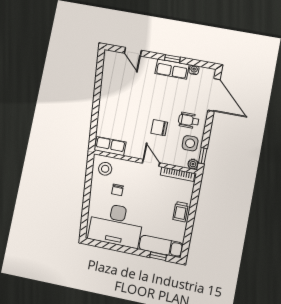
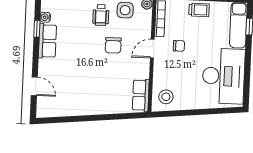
door: (133, 52) -> (34, 86), hinge flipped
window: (172, 59) -> (37, 29), moved
chair: (117, 190) -> (179, 46), moved

